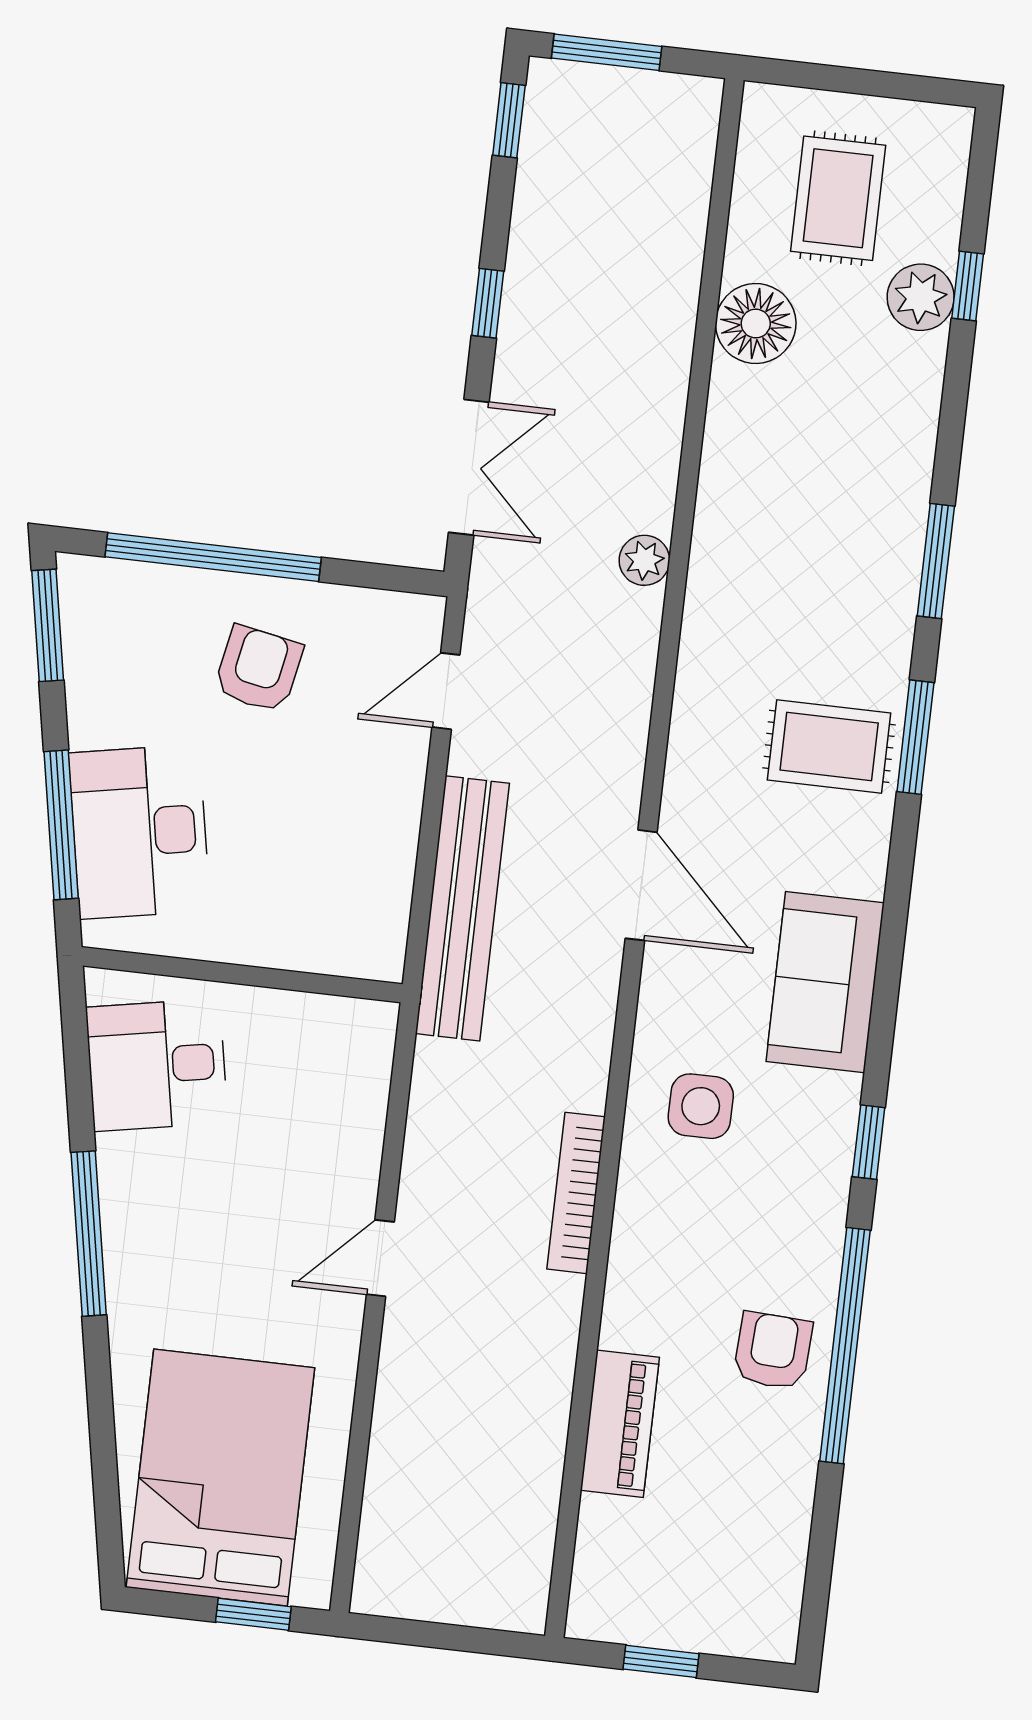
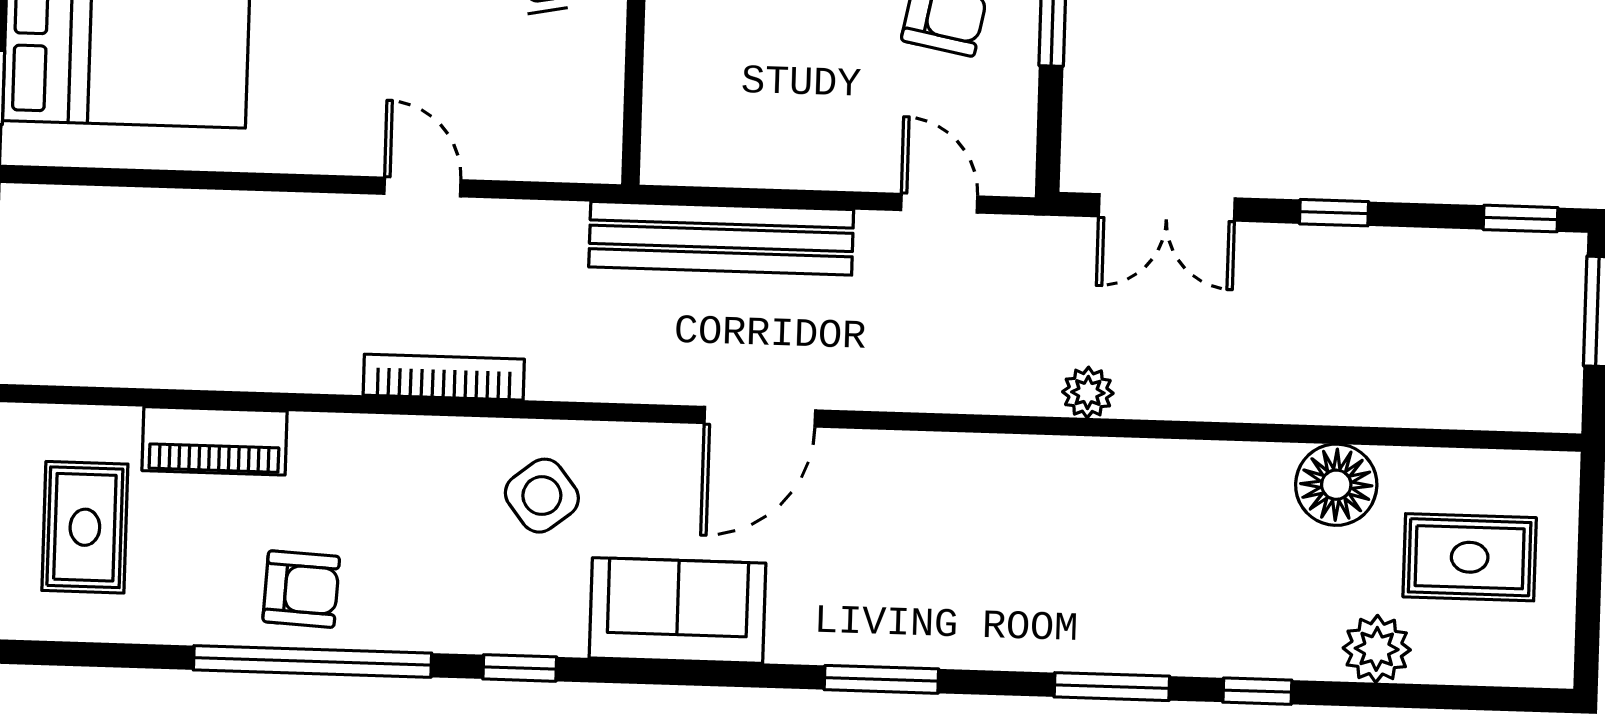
window: (968, 286) -> (1257, 691), moved
window: (915, 737) -> (881, 679), moved
rug: (829, 746) -> (85, 527), moved
side table: (701, 1106) -> (542, 496), turned -38
door: (380, 1258) -> (422, 187), moved

